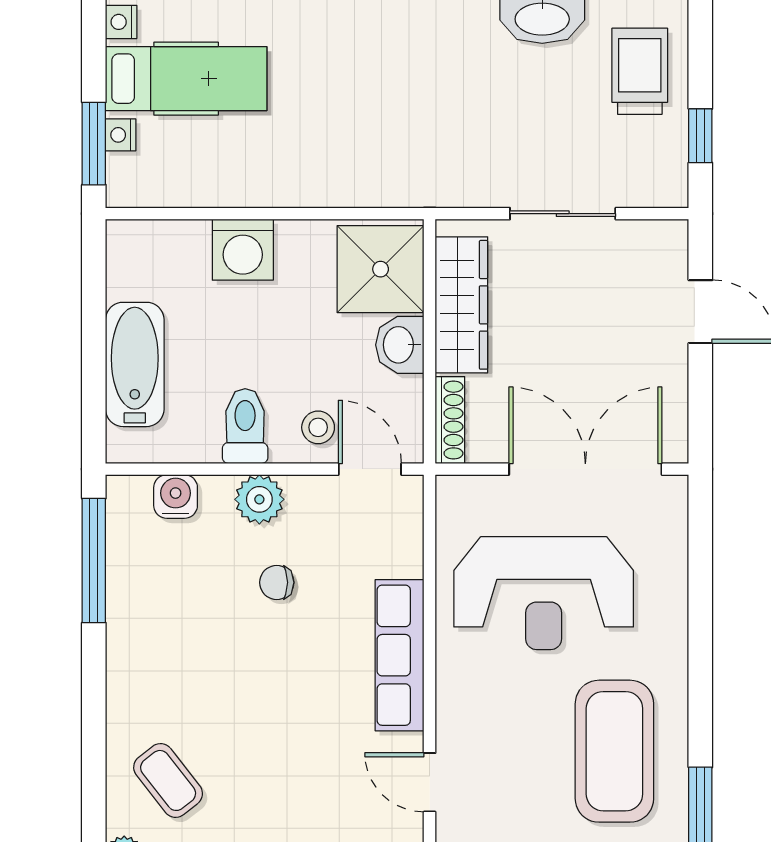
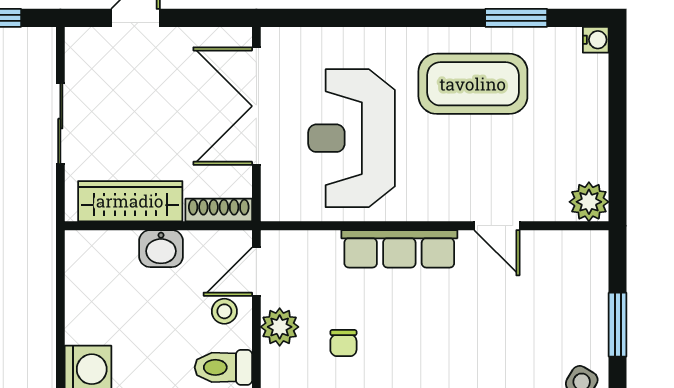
shower: (381, 269) -> (103, 263), removed
plant: (259, 499) -> (280, 327), moved
reception desk: (544, 593) -> (352, 138), turned 180
door: (430, 782) -> (497, 226), hinge flipped

